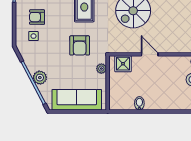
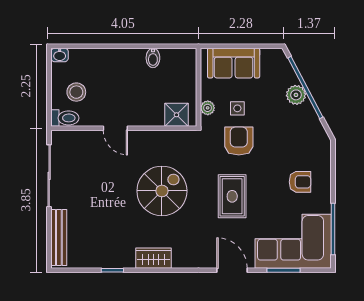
side table: (33, 36) -> (237, 108), moved
door: (150, 54) -> (115, 128), moved
sofa: (77, 100) -> (234, 63), width x0.73

